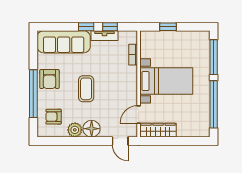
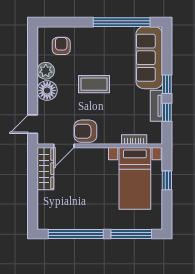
armchair: (49, 79) -> (85, 131), moved
bed with nightstands: (166, 81) -> (135, 178), moved
window: (33, 94) -> (122, 22), moved
door: (139, 114) -> (64, 146), swing flipped

